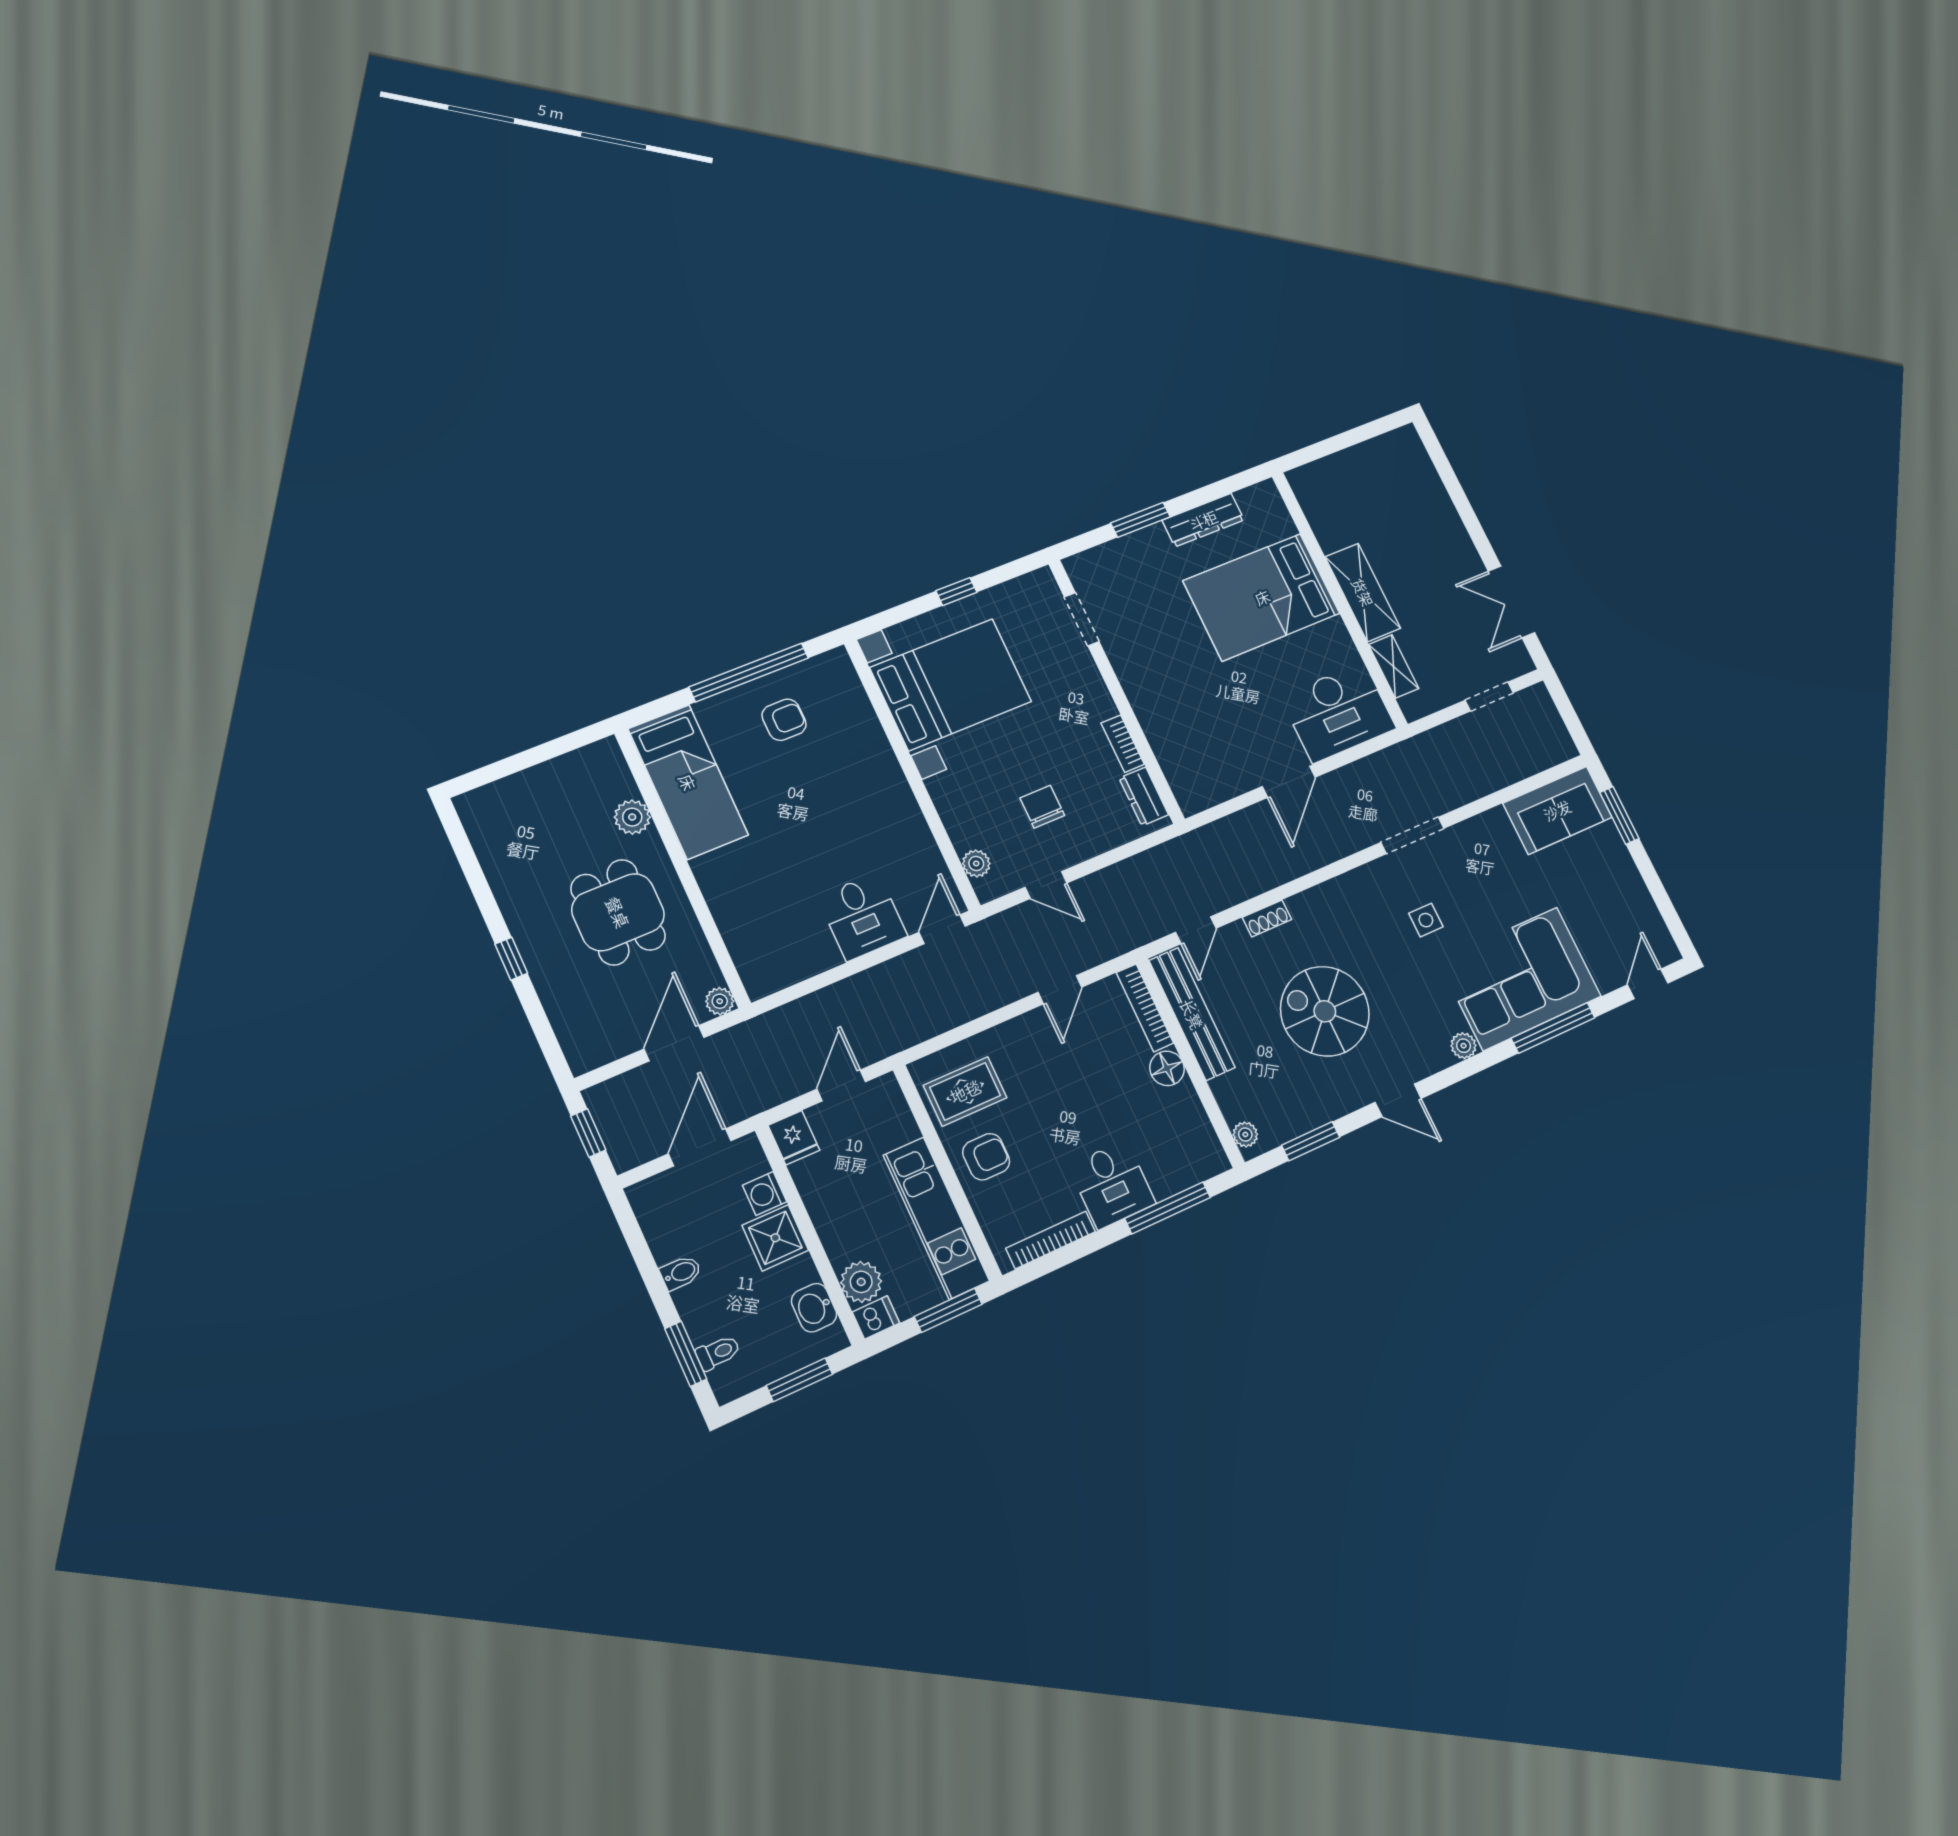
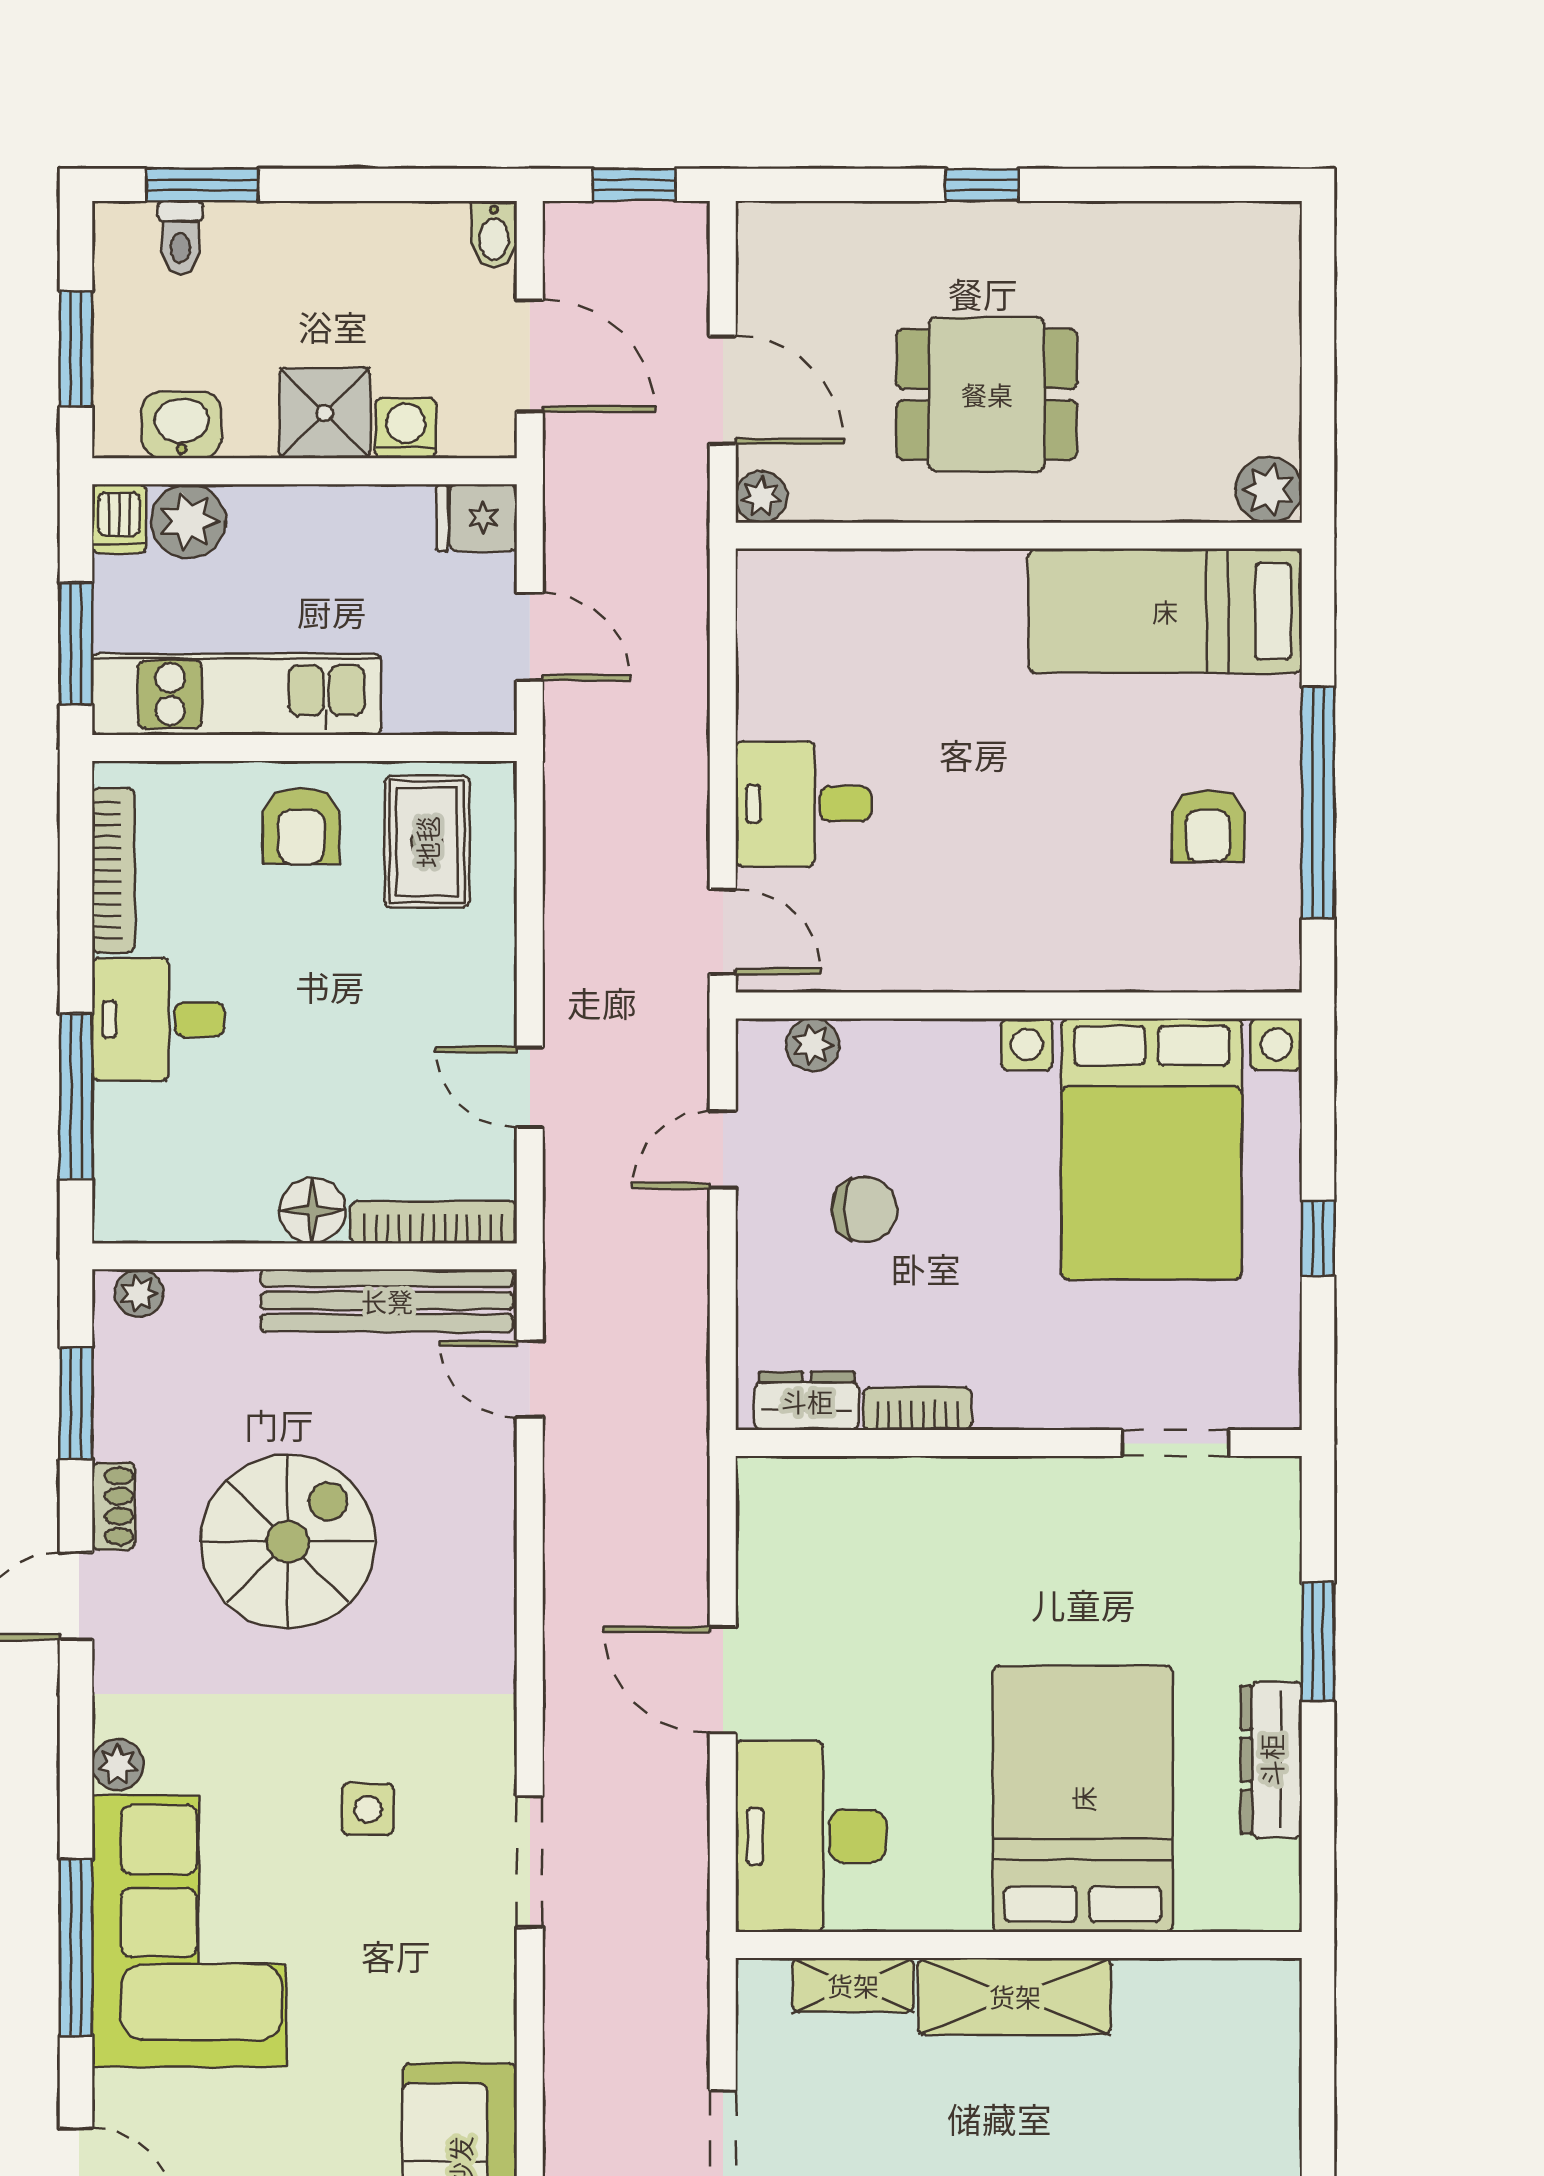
plant: (632, 817) -> (1269, 490), moved
shoe rack: (1267, 918) -> (113, 1506), moved, turned 180
bidet: (681, 1273) -> (494, 234), moved

